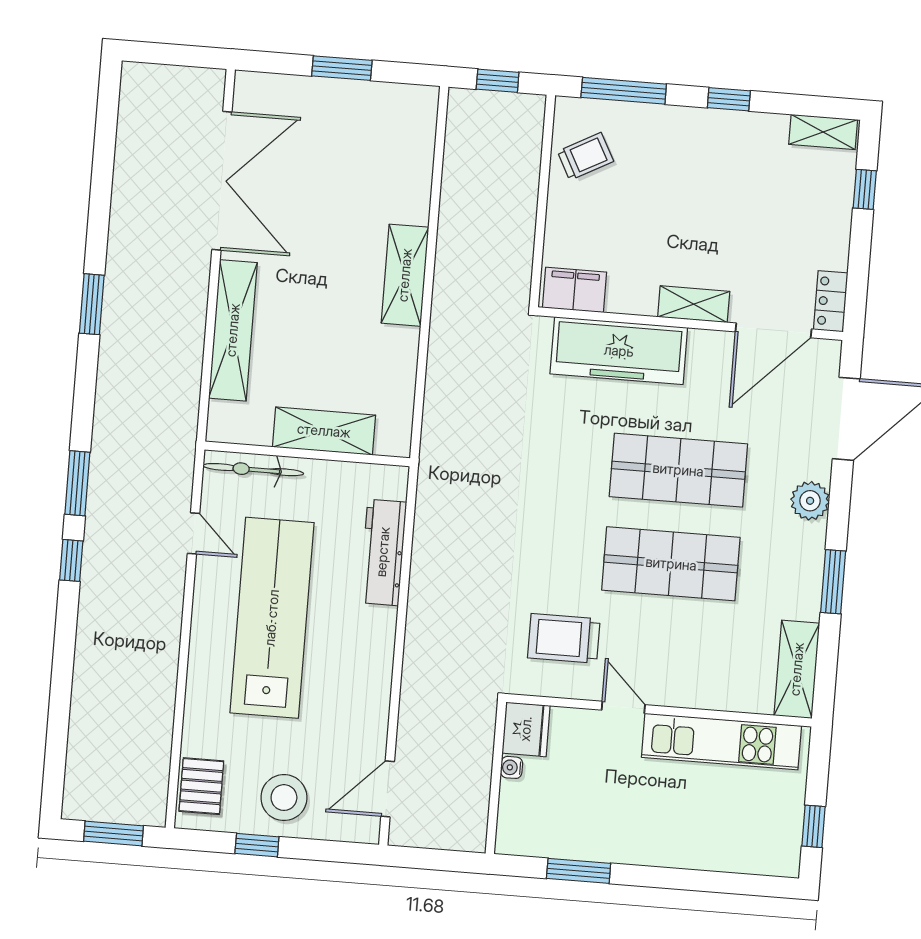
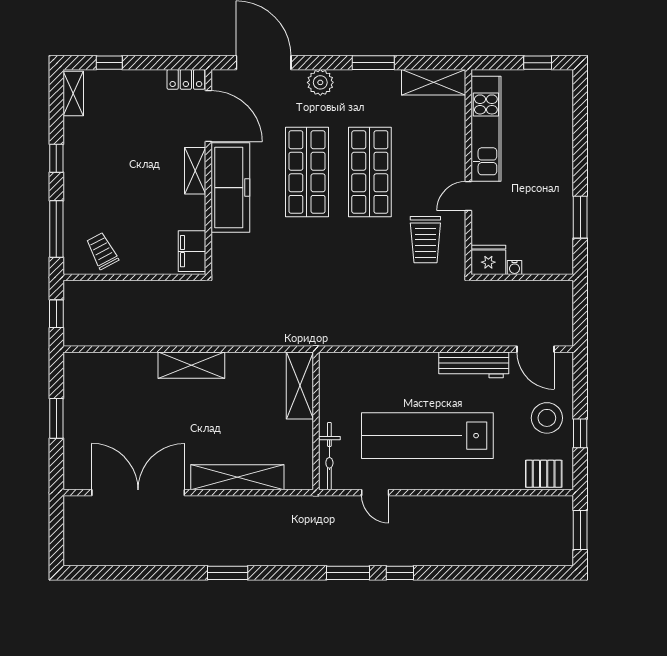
freezer: (619, 351) -> (230, 188), moved
shelving: (324, 431) -> (300, 385), moved
door: (194, 533) -> (375, 493), swing flipped
workbench: (383, 552) -> (474, 365), moved

